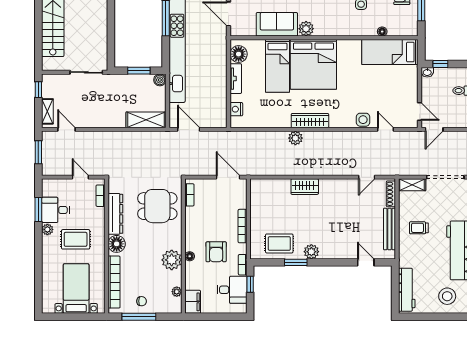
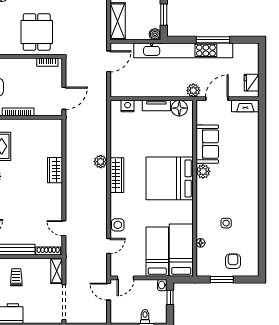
plant: (220, 39) -> (193, 90), added
bed: (278, 66) -> (157, 252), moved, turned 90

